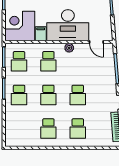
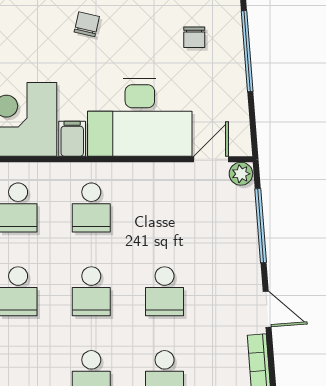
door: (96, 42) -> (211, 159), swing flipped
plant: (69, 48) -> (241, 174), moved

